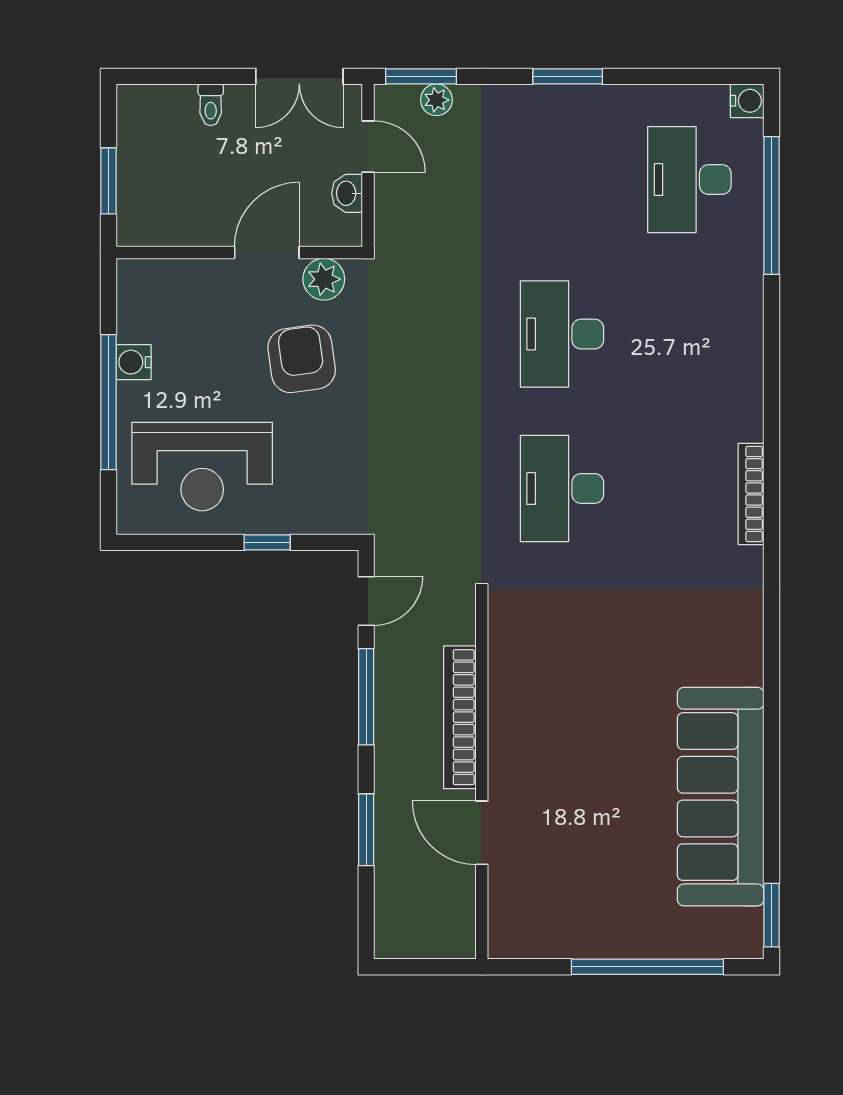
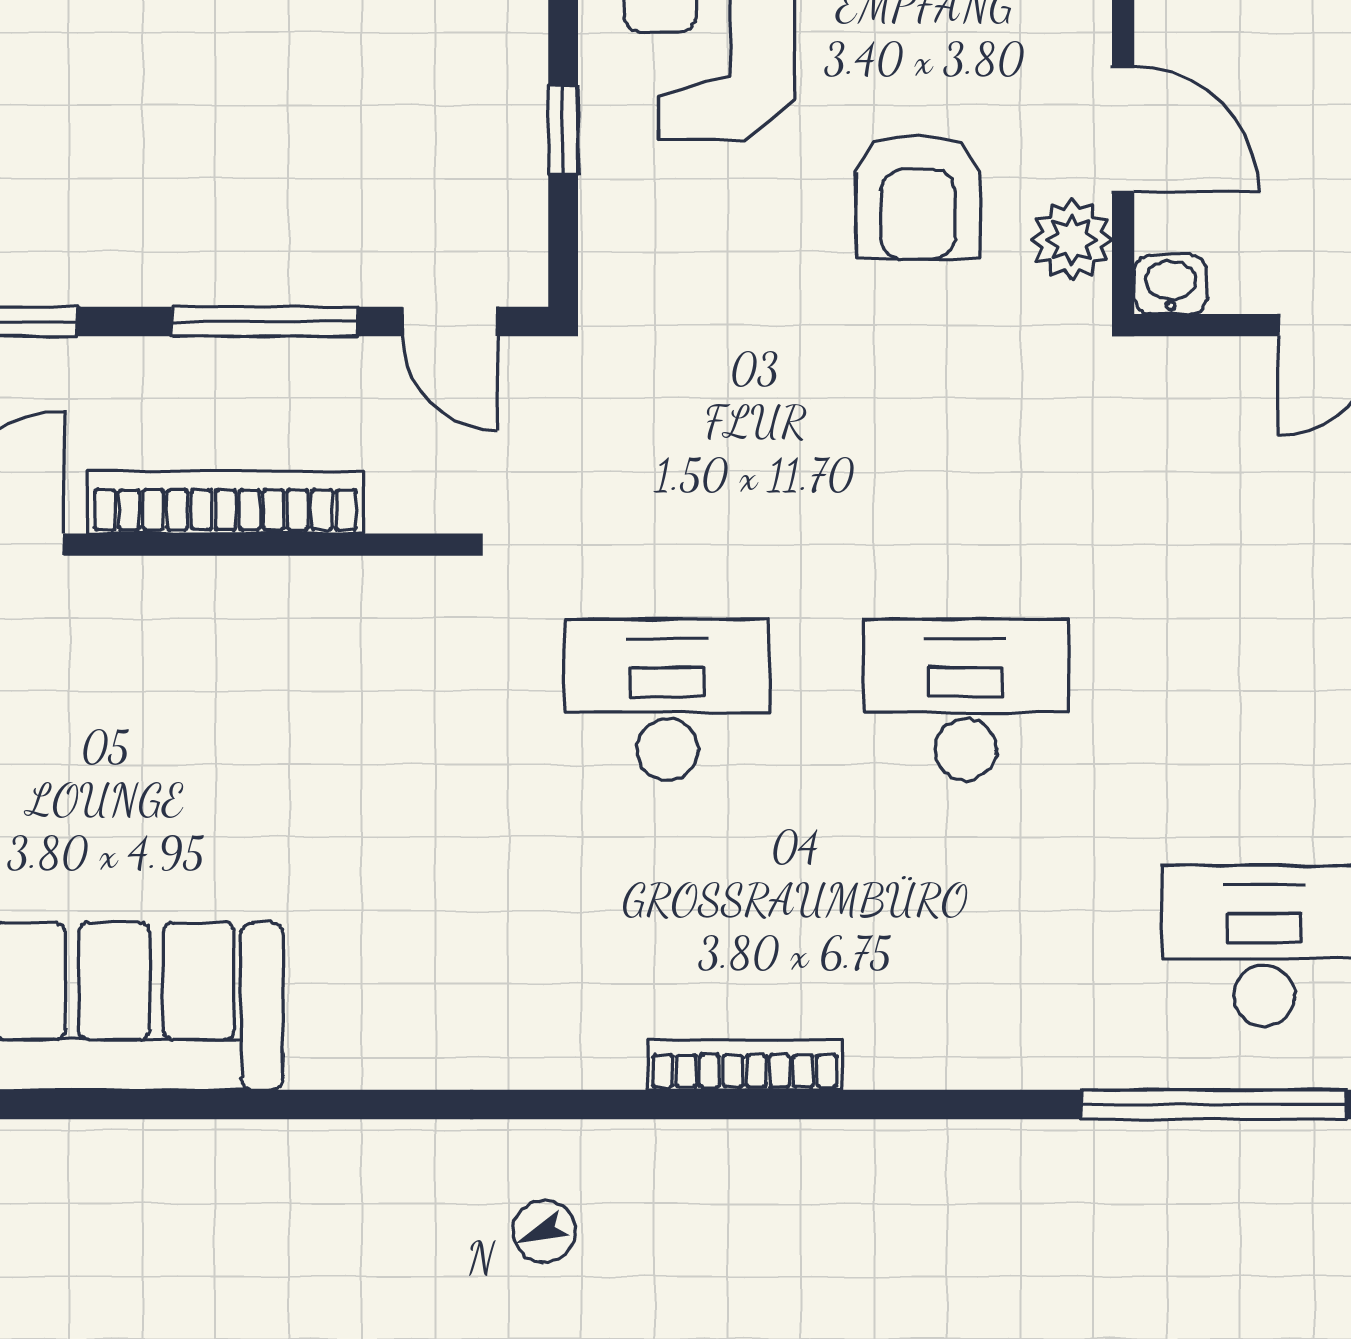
washbasin: (347, 193) -> (1171, 284), moved
armchair: (302, 359) -> (918, 197), turned 98
bookcase: (751, 494) -> (745, 1065), moved

